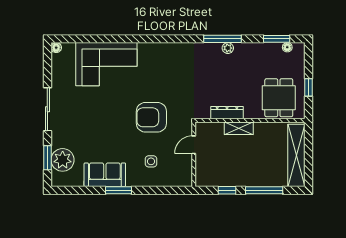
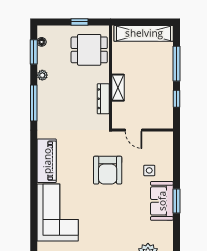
plant: (228, 48) -> (42, 75), moved
piano: (161, 53) -> (47, 161), added
sofa: (105, 175) -> (162, 201), moved

